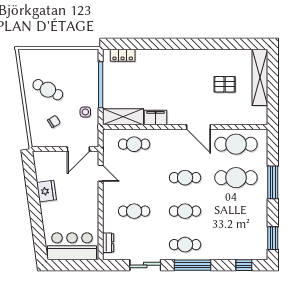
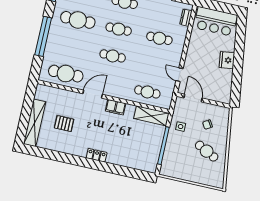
locker: (123, 55) -> (97, 155), moved
filing cabinet: (156, 118) -> (116, 107), moved
door: (199, 127) -> (93, 94), hinge flipped
door: (78, 149) -> (193, 98), hinge flipped
cafe table: (236, 178) -> (78, 20), moved
window: (273, 182) -> (43, 36), width x1.46
fridge: (46, 191) -> (227, 60), moved

